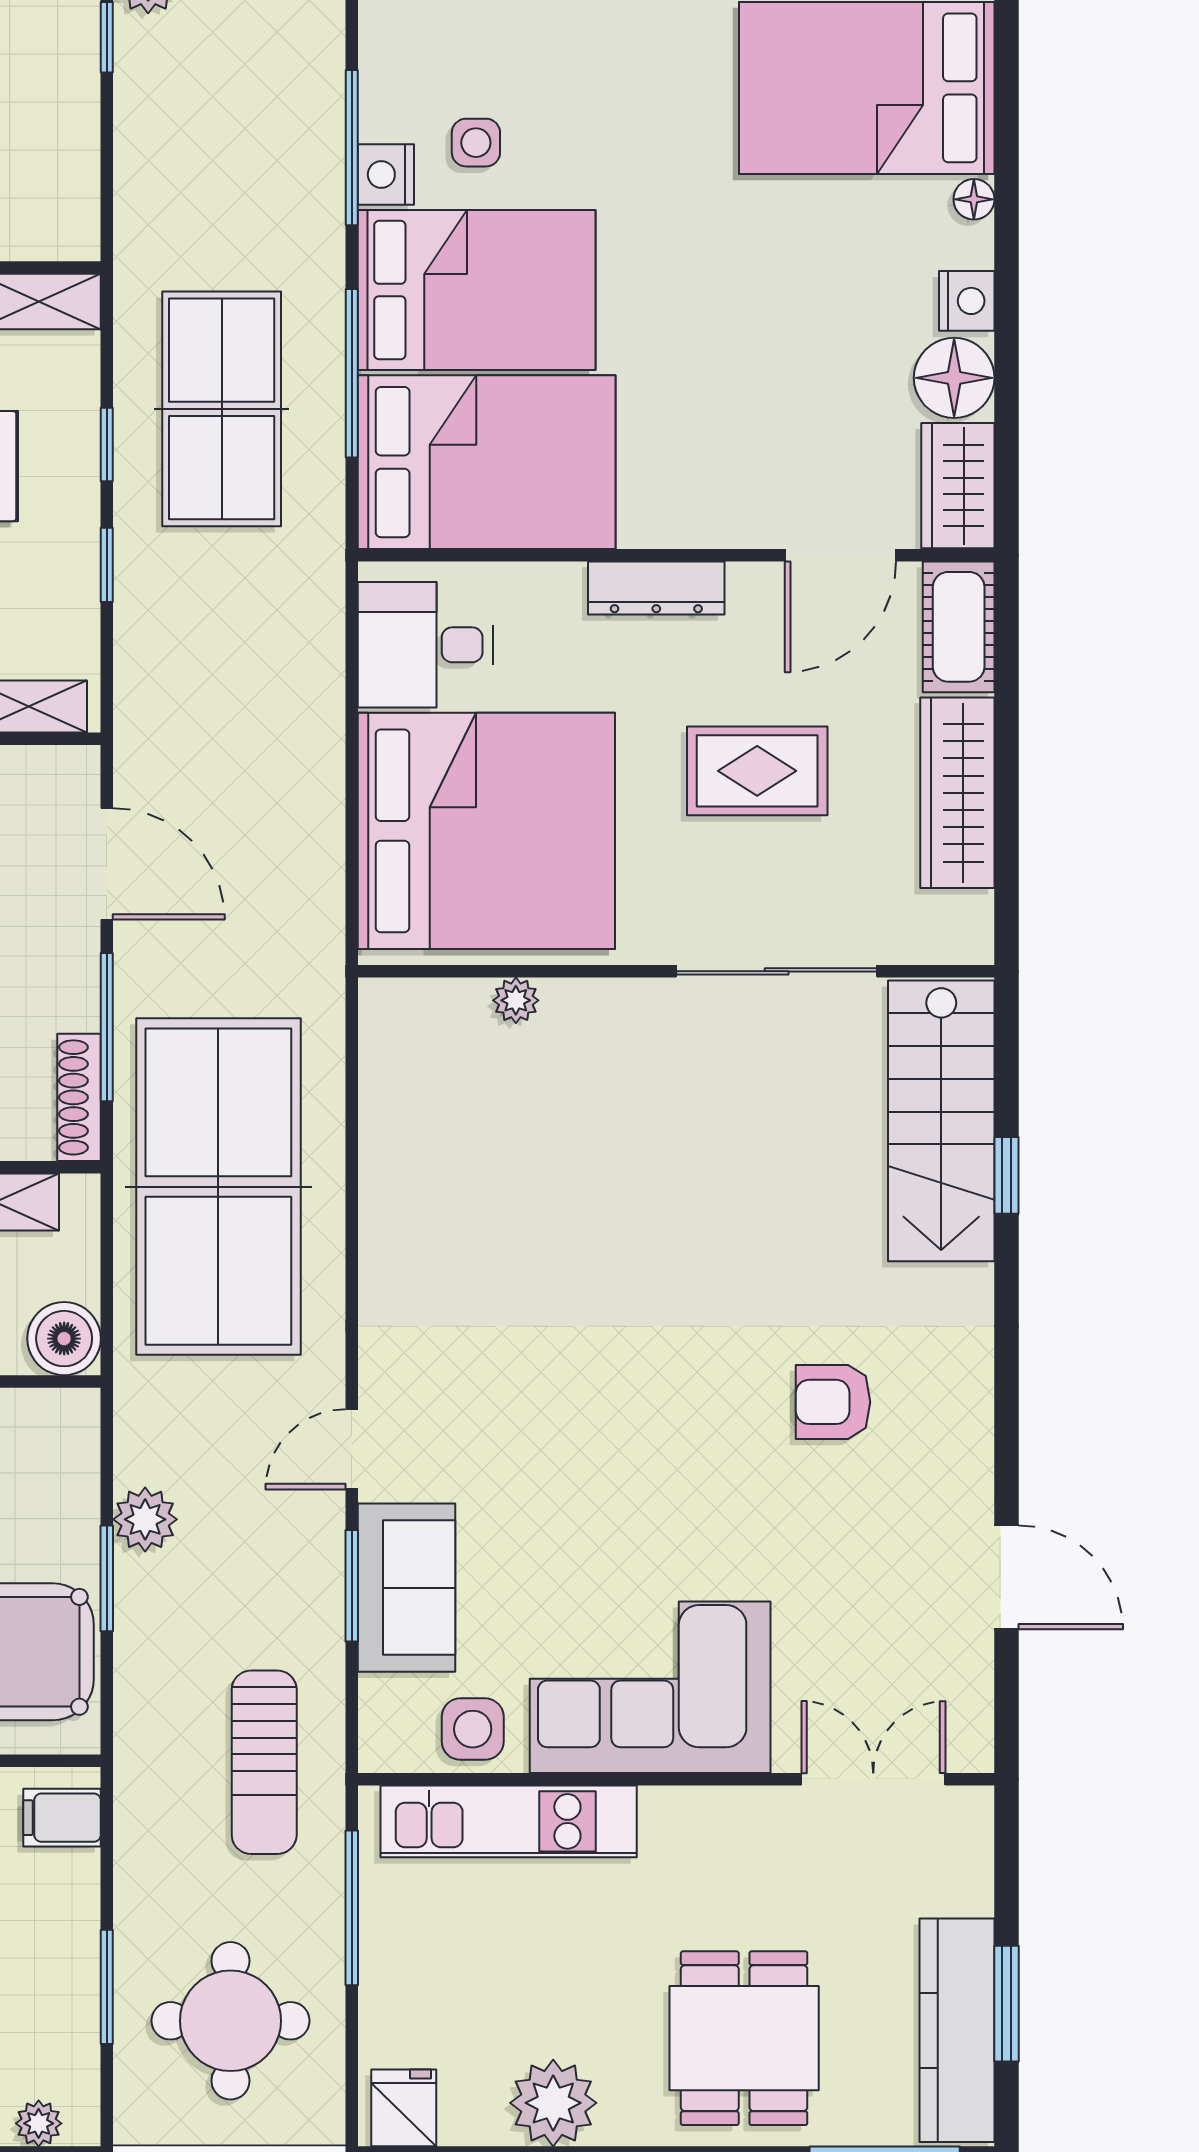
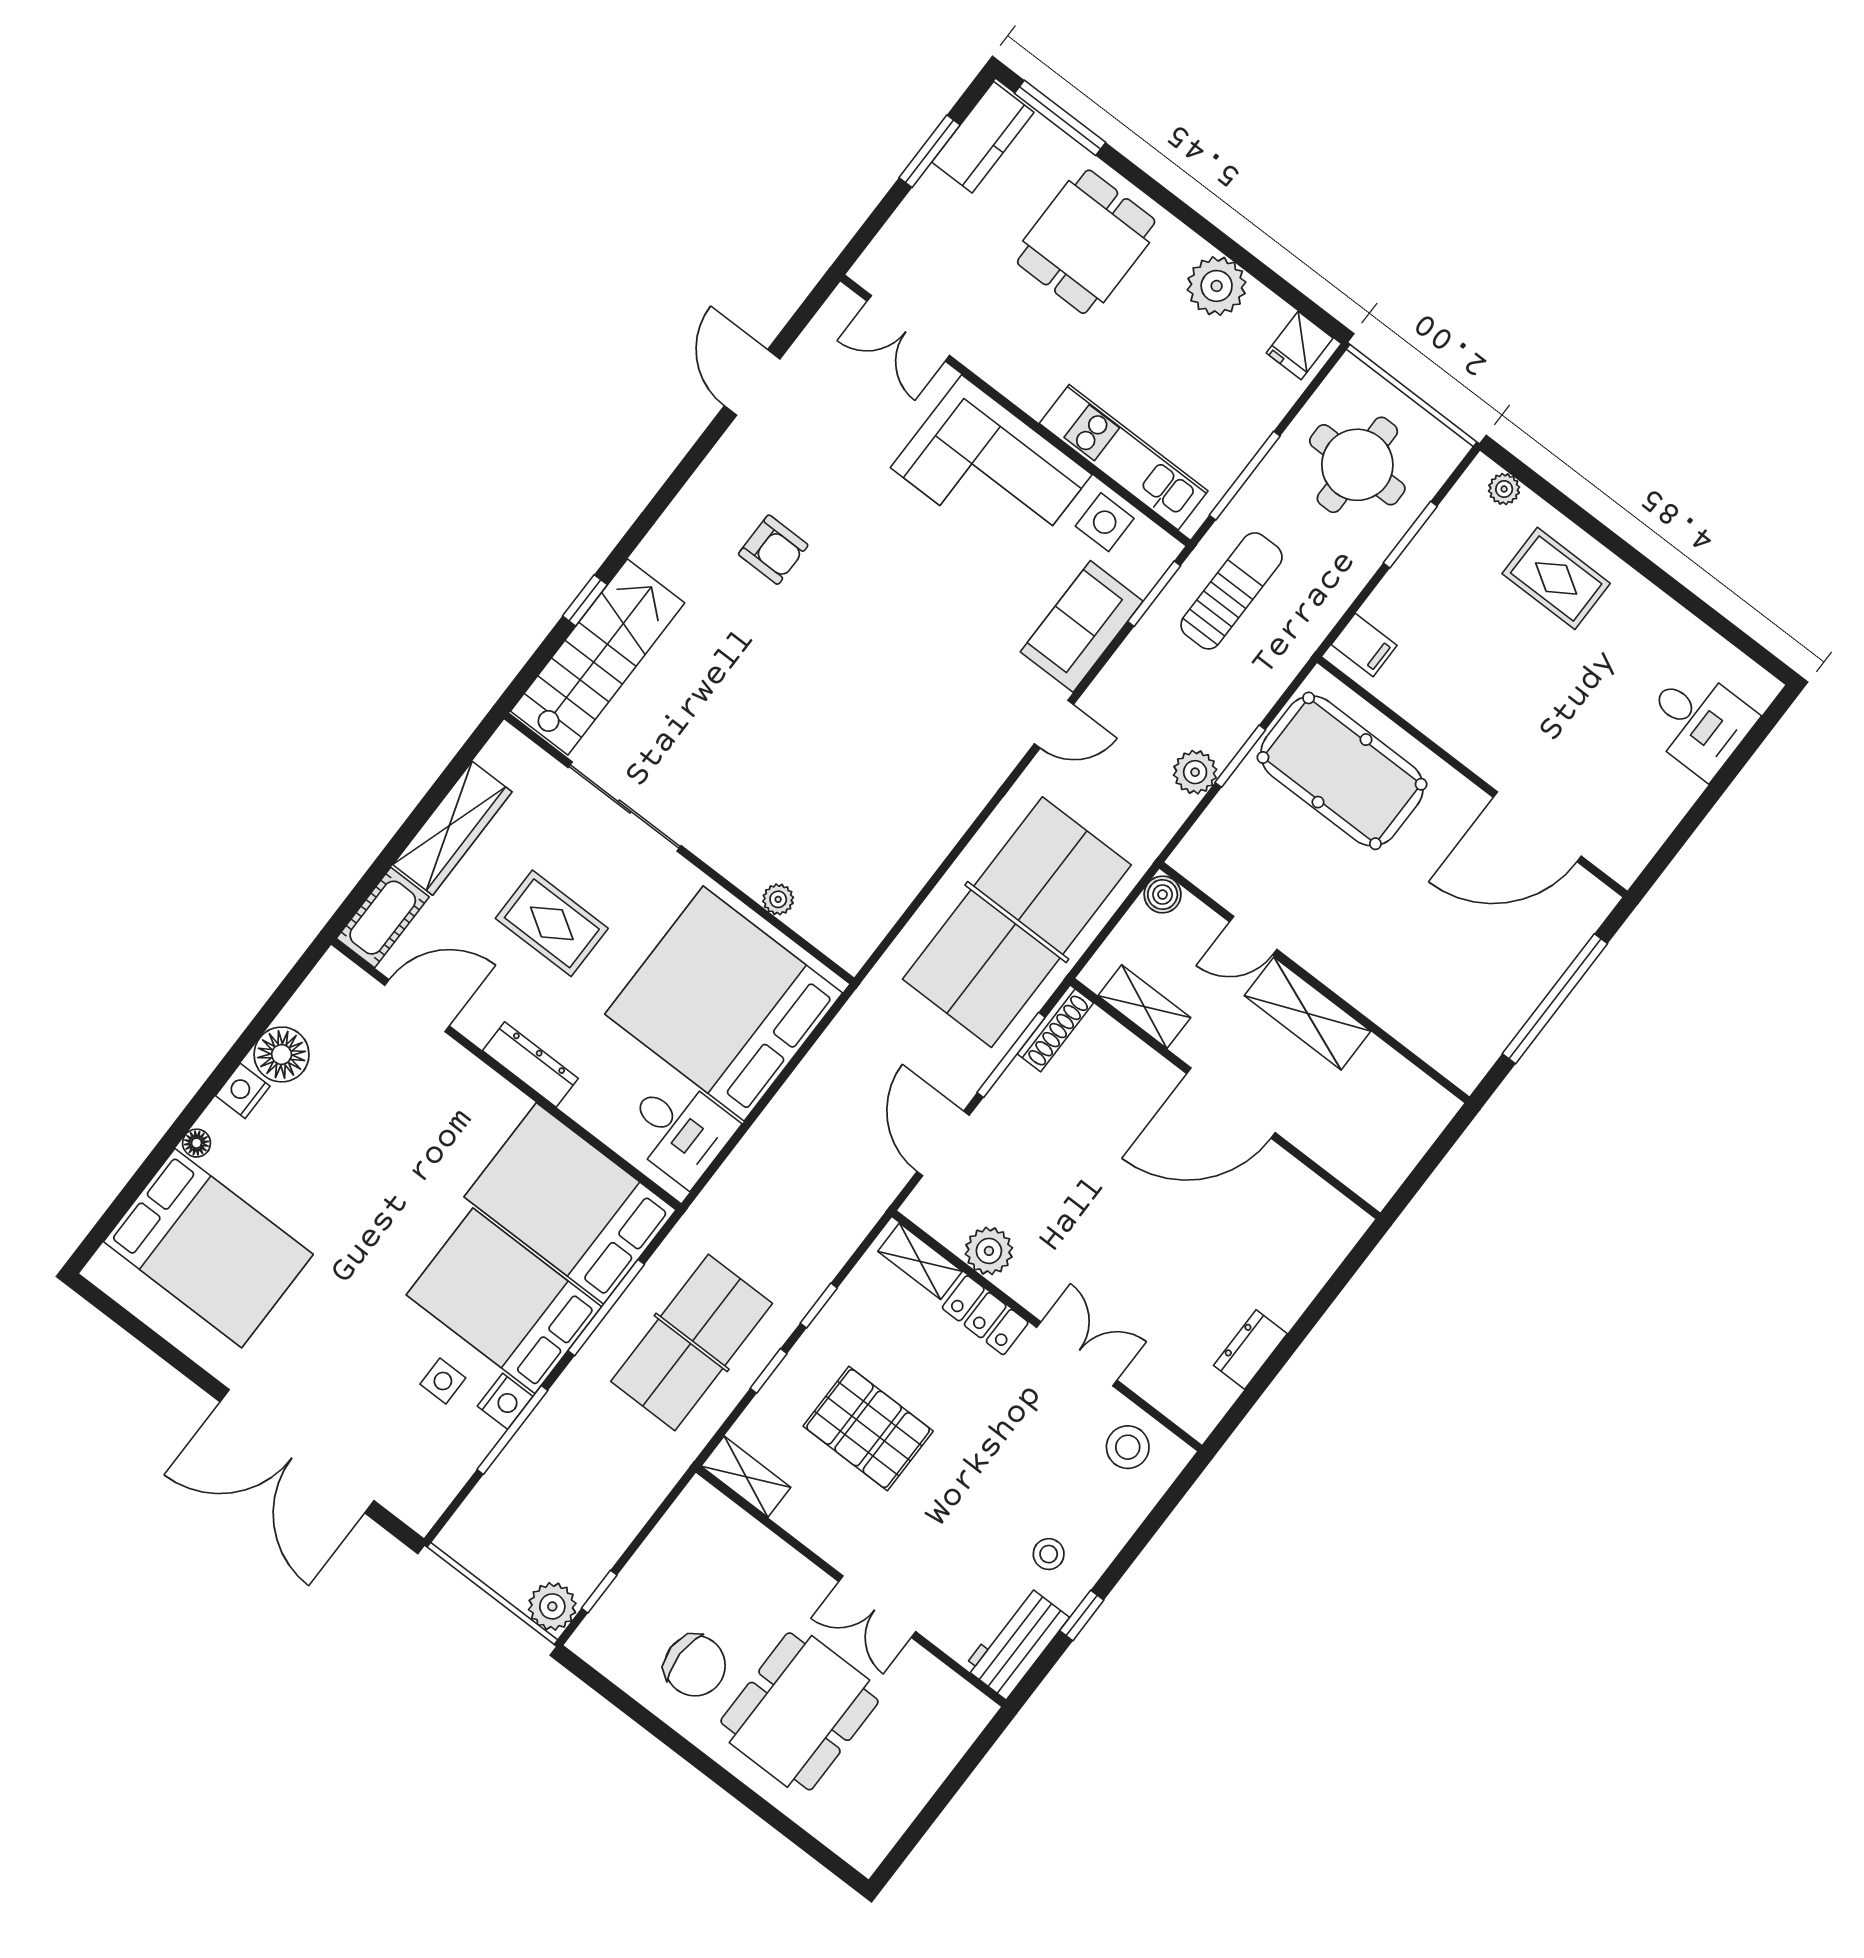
wardrobe: (958, 486) -> (324, 994), removed
boiler: (64, 1339) -> (1163, 895), width x0.73, depth x0.73
window: (352, 1586) -> (1154, 594), moved
kitchen counter: (957, 2030) -> (983, 137), width x0.67

